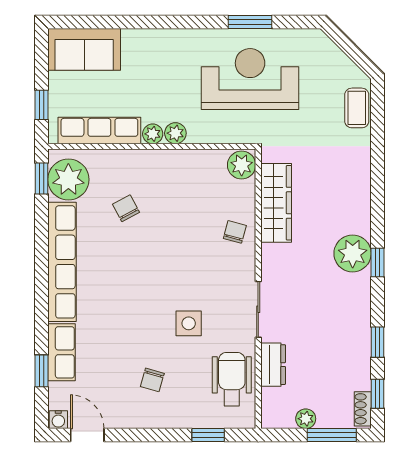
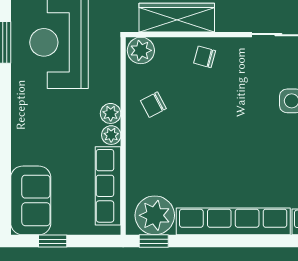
window: (41, 105) -> (53, 241), moved
chair: (126, 208) -> (153, 105), moved

